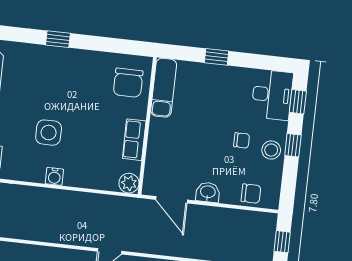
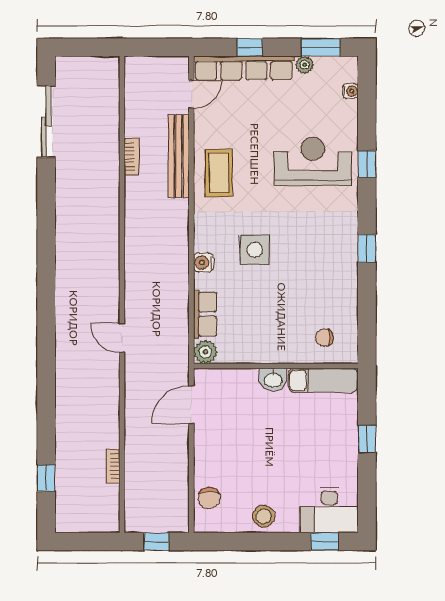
chair: (128, 83) -> (324, 337), width x0.54, depth x0.54
row of seats: (134, 140) -> (205, 314), moved, turned 90
chair: (242, 140) -> (271, 480), removed
window: (293, 145) -> (272, 542), removed
washbasin: (208, 192) -> (273, 380), moved, turned 90

